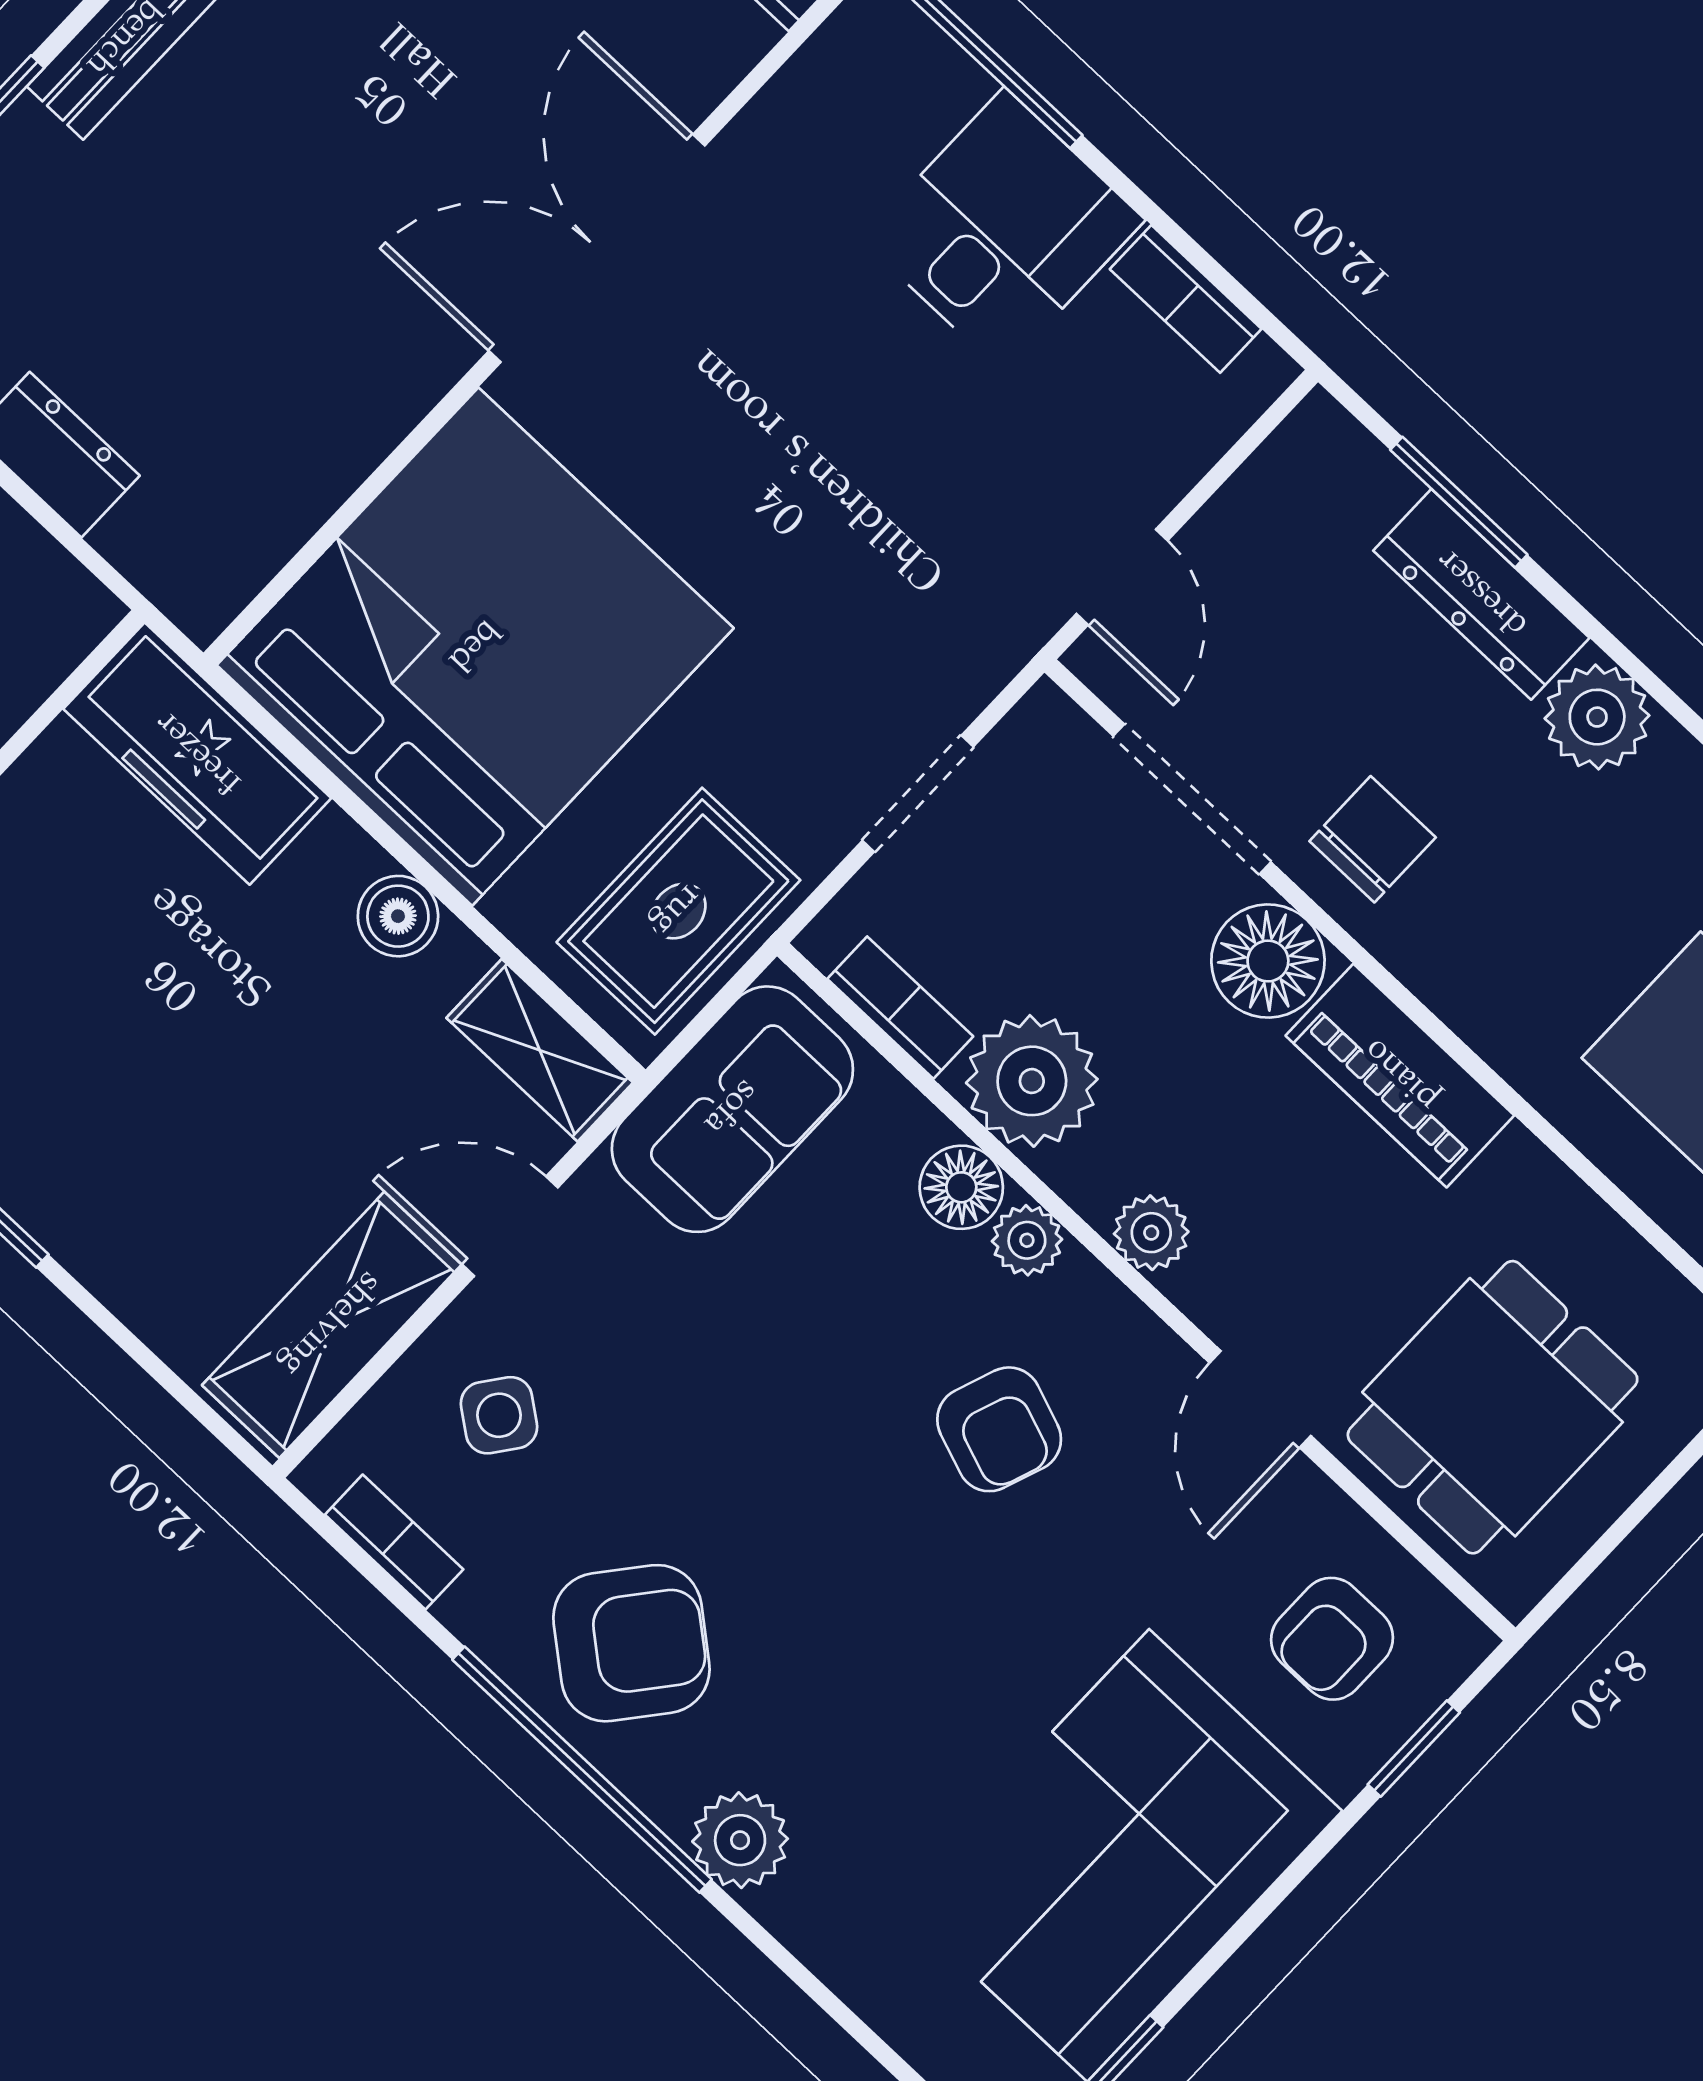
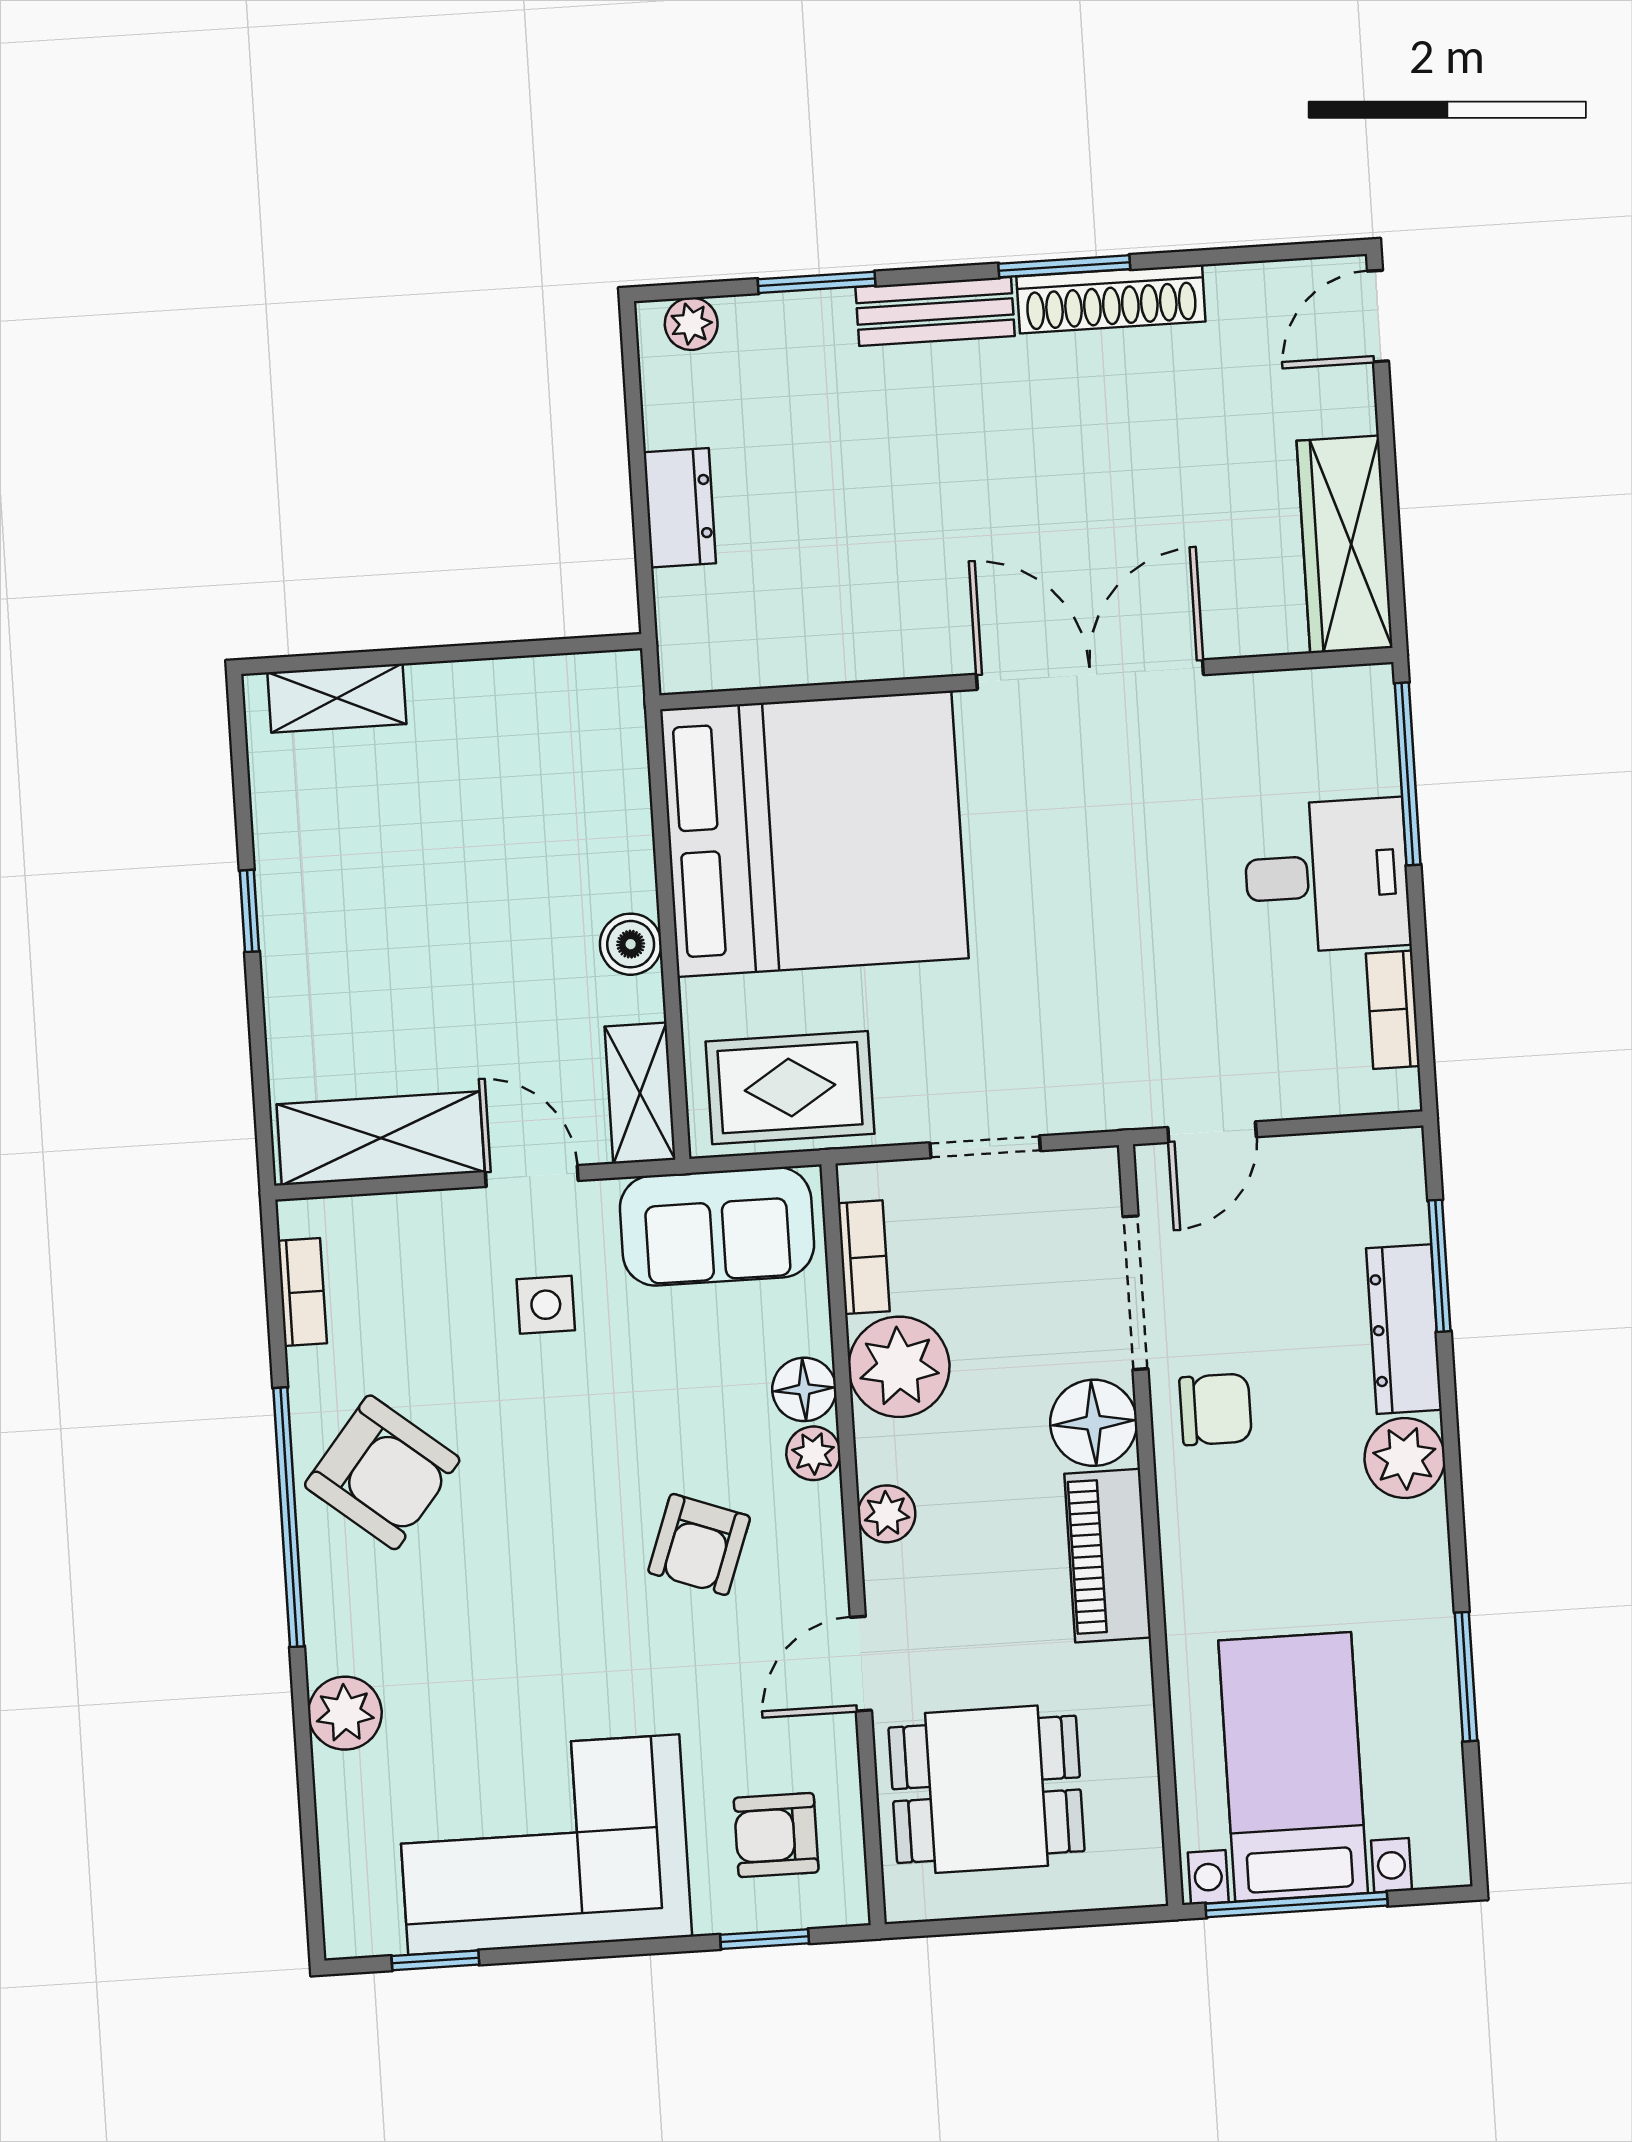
freezer: (197, 754) -> (603, 749), removed
side table: (499, 1415) -> (546, 1305), moved, turned -37
plant: (740, 1840) -> (345, 1713), moved

